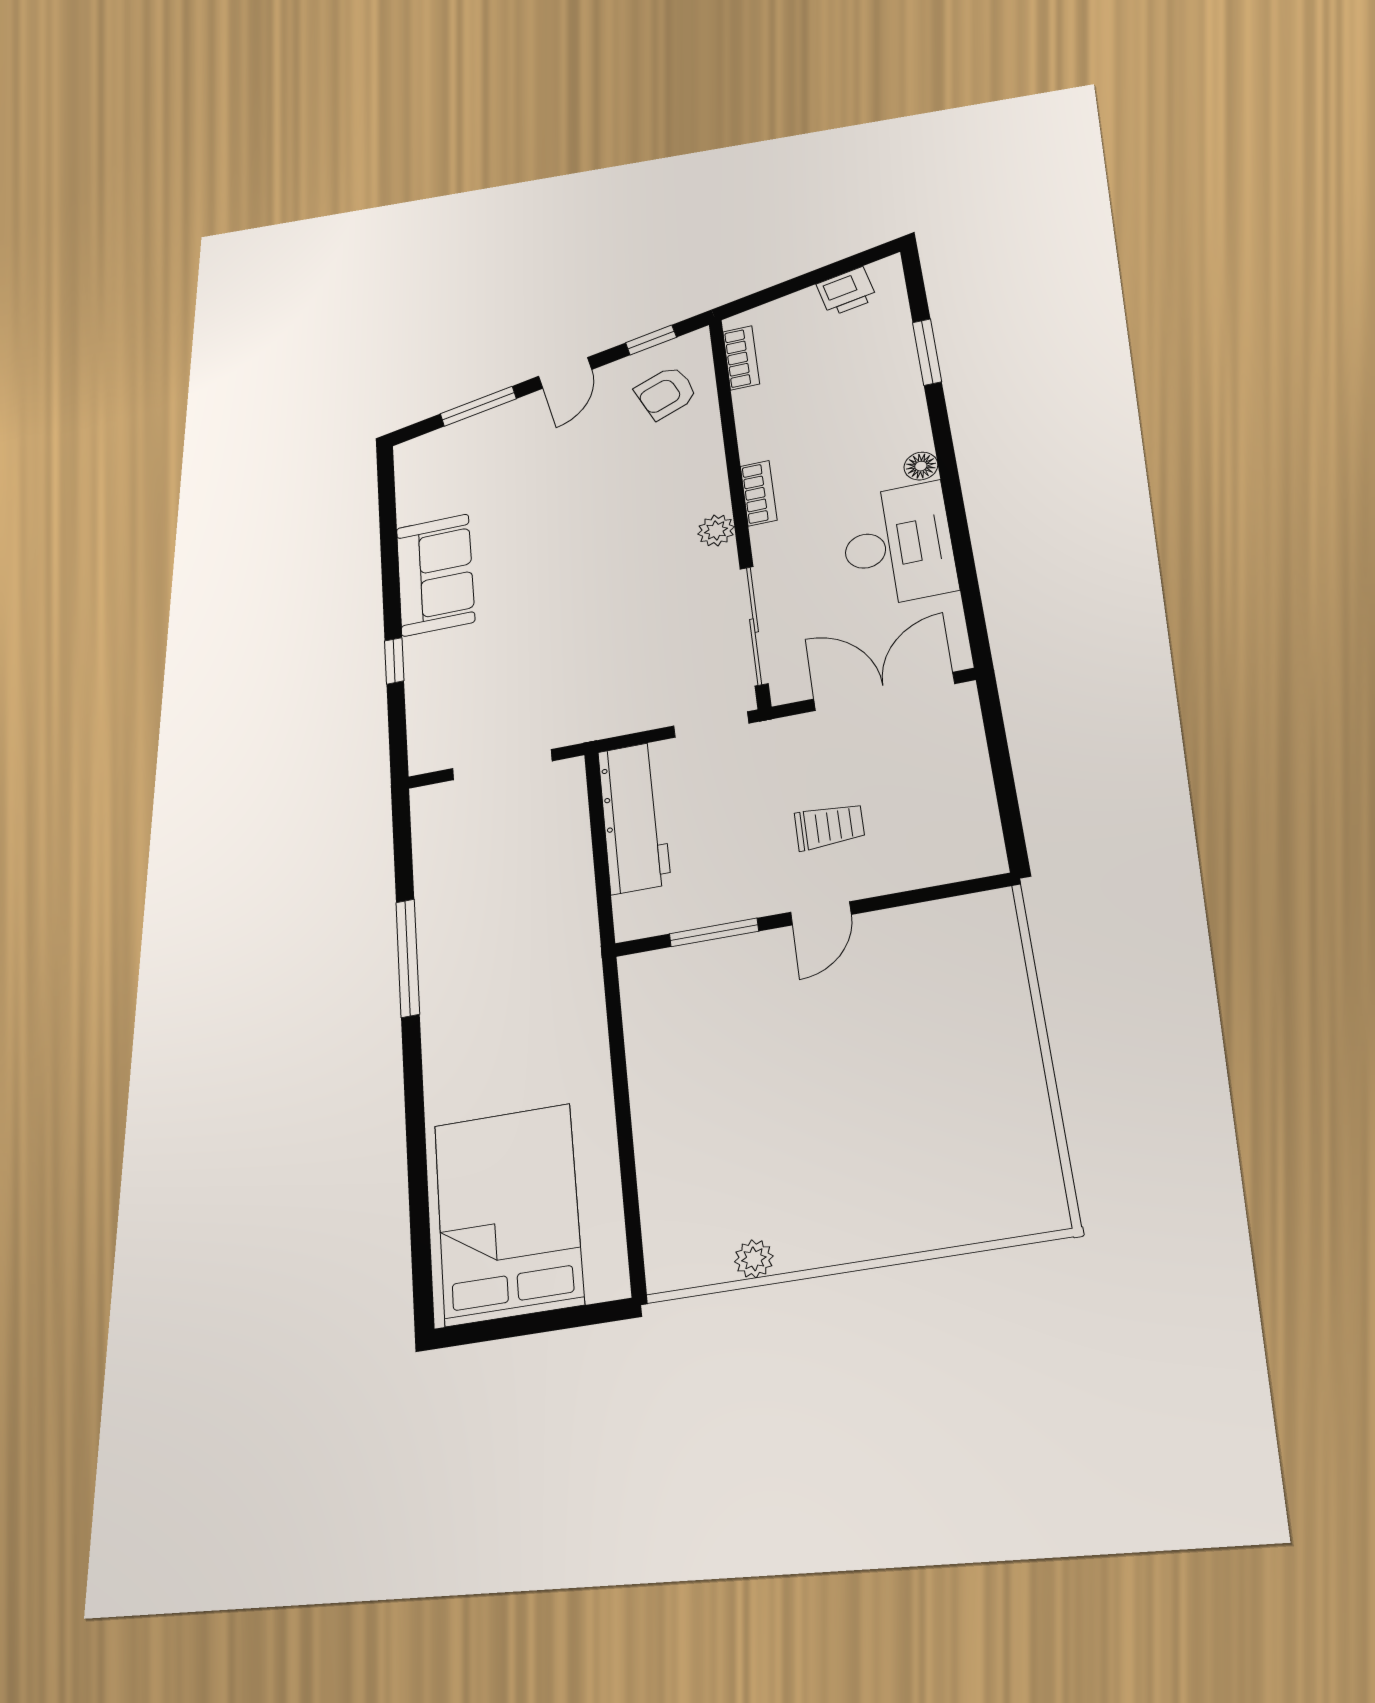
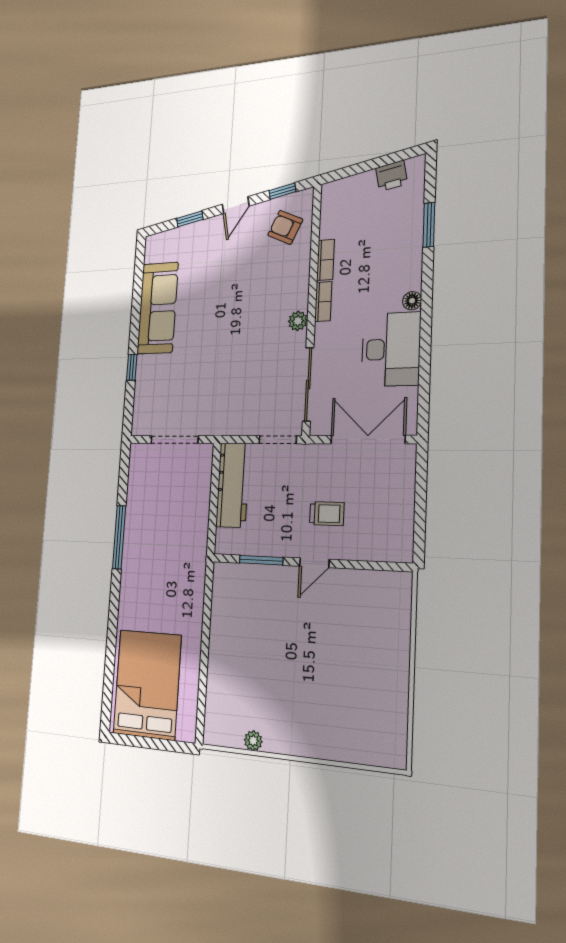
bookcase: (741, 358) -> (326, 260), moved
armchair: (666, 393) -> (285, 227), turned 48
window: (478, 406) -> (190, 219), width x0.67
sofa: (435, 575) -> (158, 308), width x1.36

